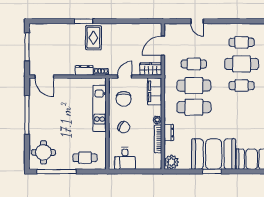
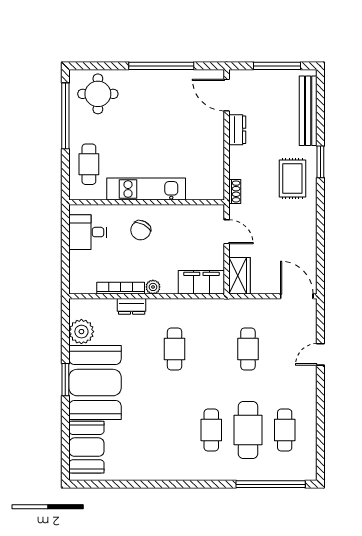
bench: (53, 28) -> (308, 111), added
rug: (93, 38) -> (292, 179), turned 90
door: (163, 46) -> (297, 296), moved
dresser: (84, 70) -> (237, 130), moved
door: (44, 77) -> (227, 95), hinge flipped
cafe table: (194, 86) -> (211, 349), removed
chair: (124, 99) -> (189, 230), removed
cafe table: (194, 107) -> (175, 349), width x0.73, depth x0.74
kitchen unit: (100, 108) -> (146, 189), moved
plant: (171, 162) -> (81, 332), moved

